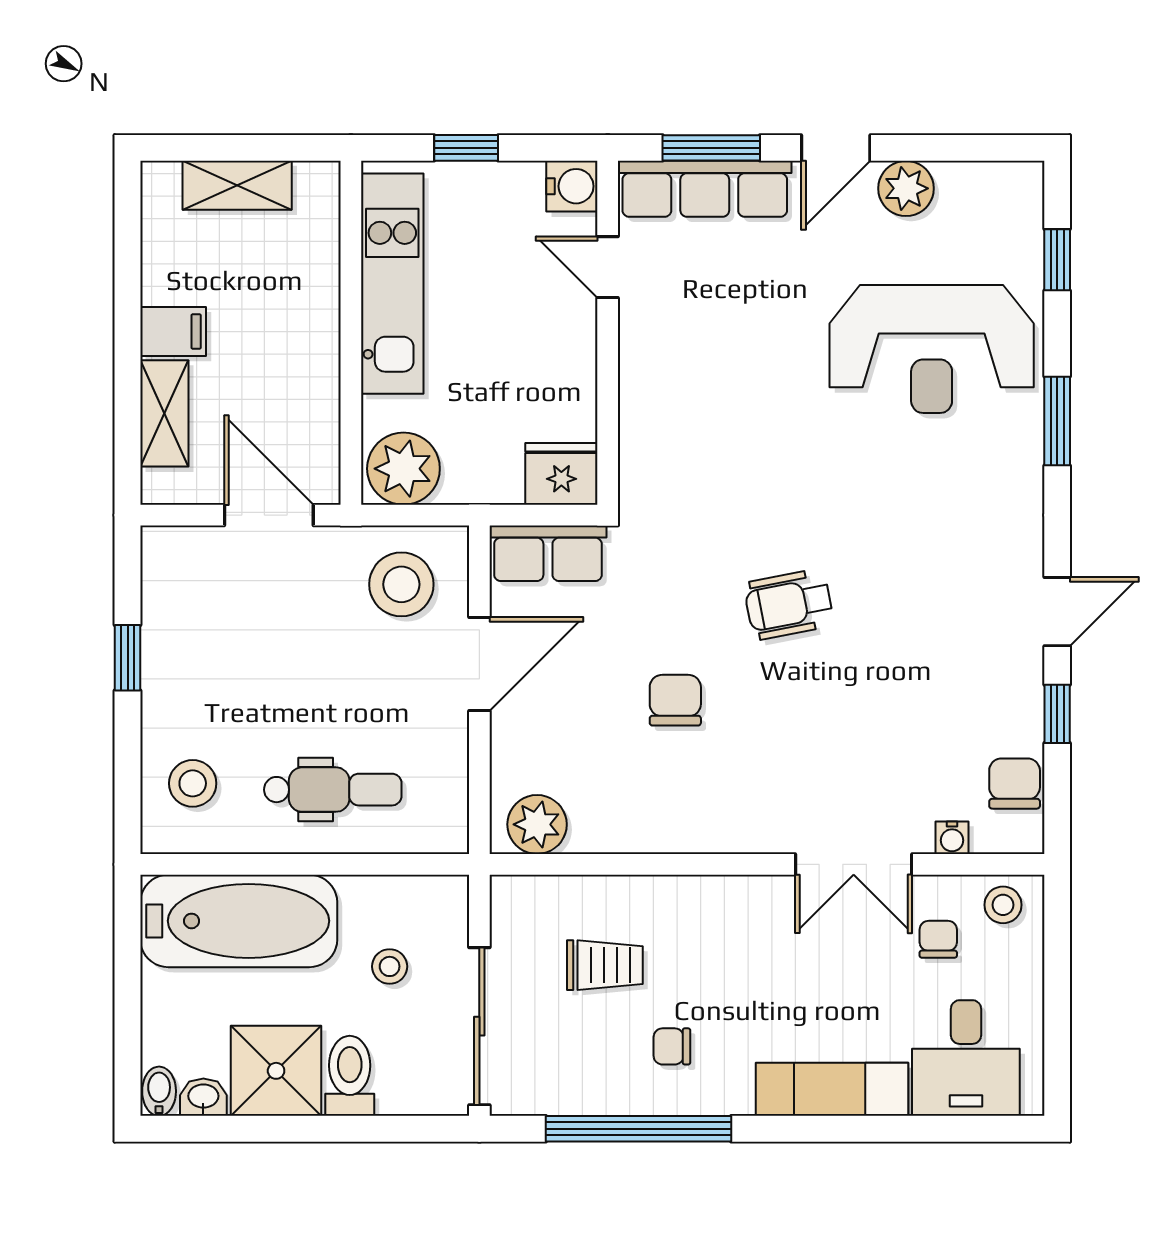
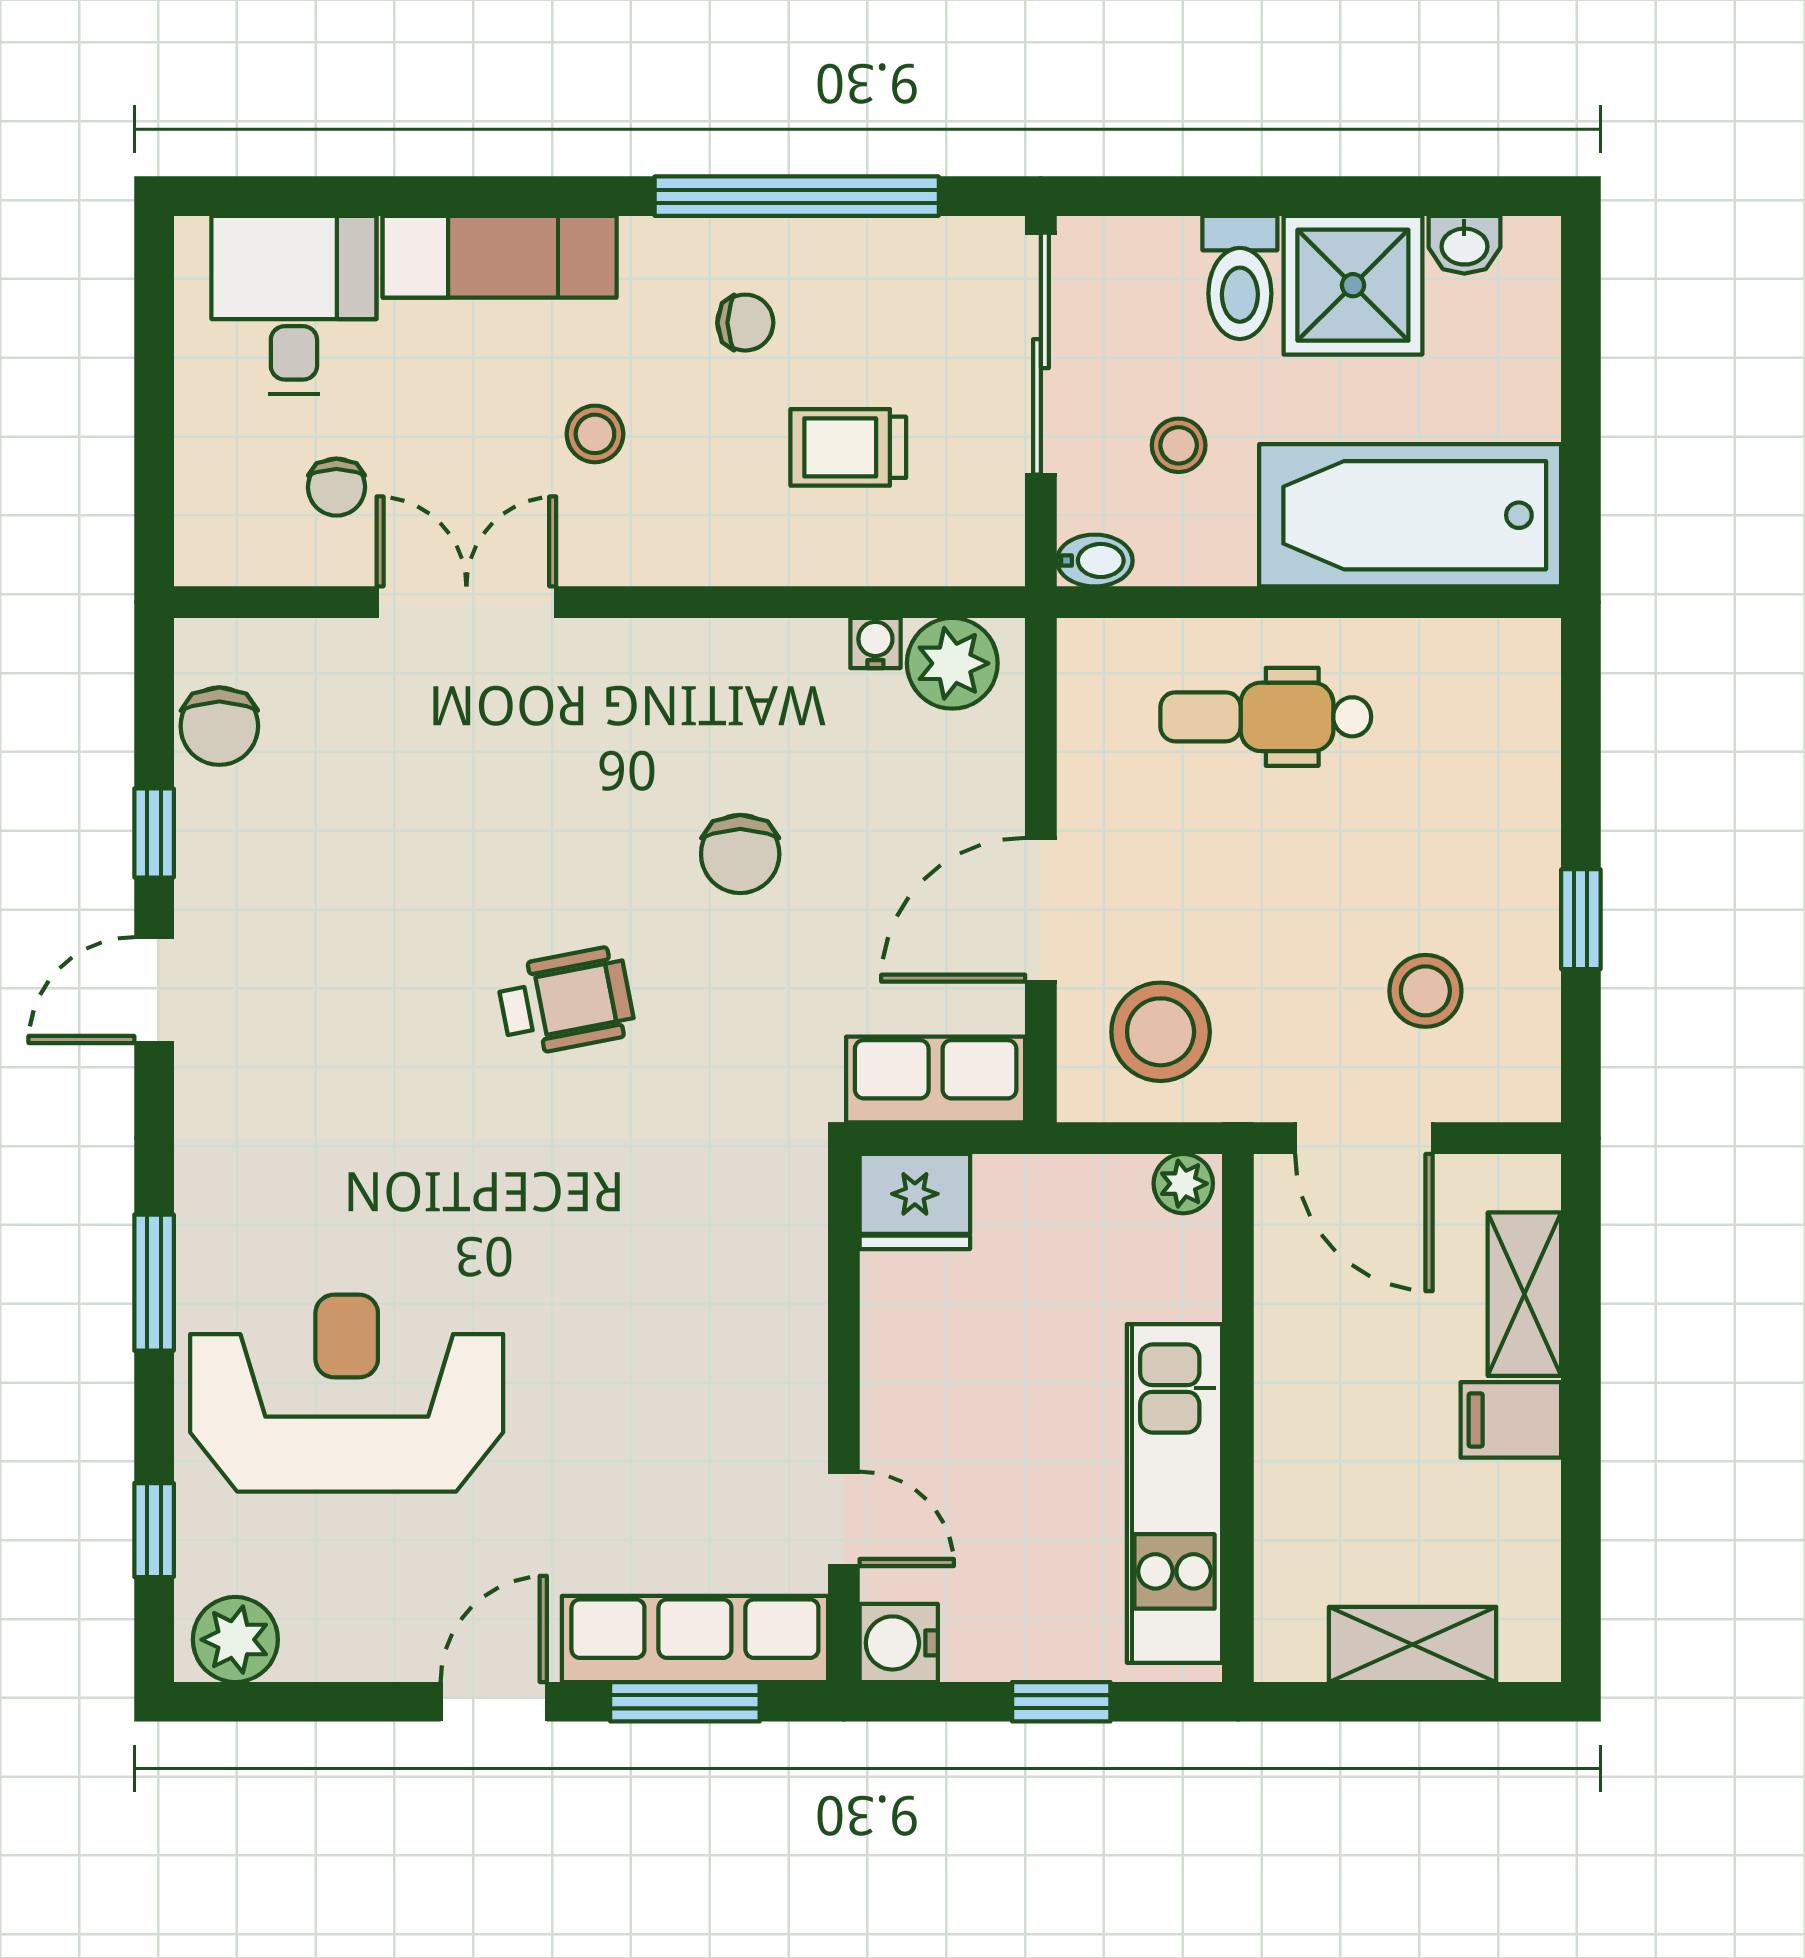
plant: (906, 188) -> (235, 1640), moved
plant: (403, 469) -> (1183, 1184), width x0.53, depth x0.53
stool: (193, 783) -> (1425, 991), moved
water cooler: (952, 838) -> (875, 643), moved
stool: (1003, 905) -> (595, 434), moved
bidet: (159, 1091) -> (1095, 560), moved, turned -90

